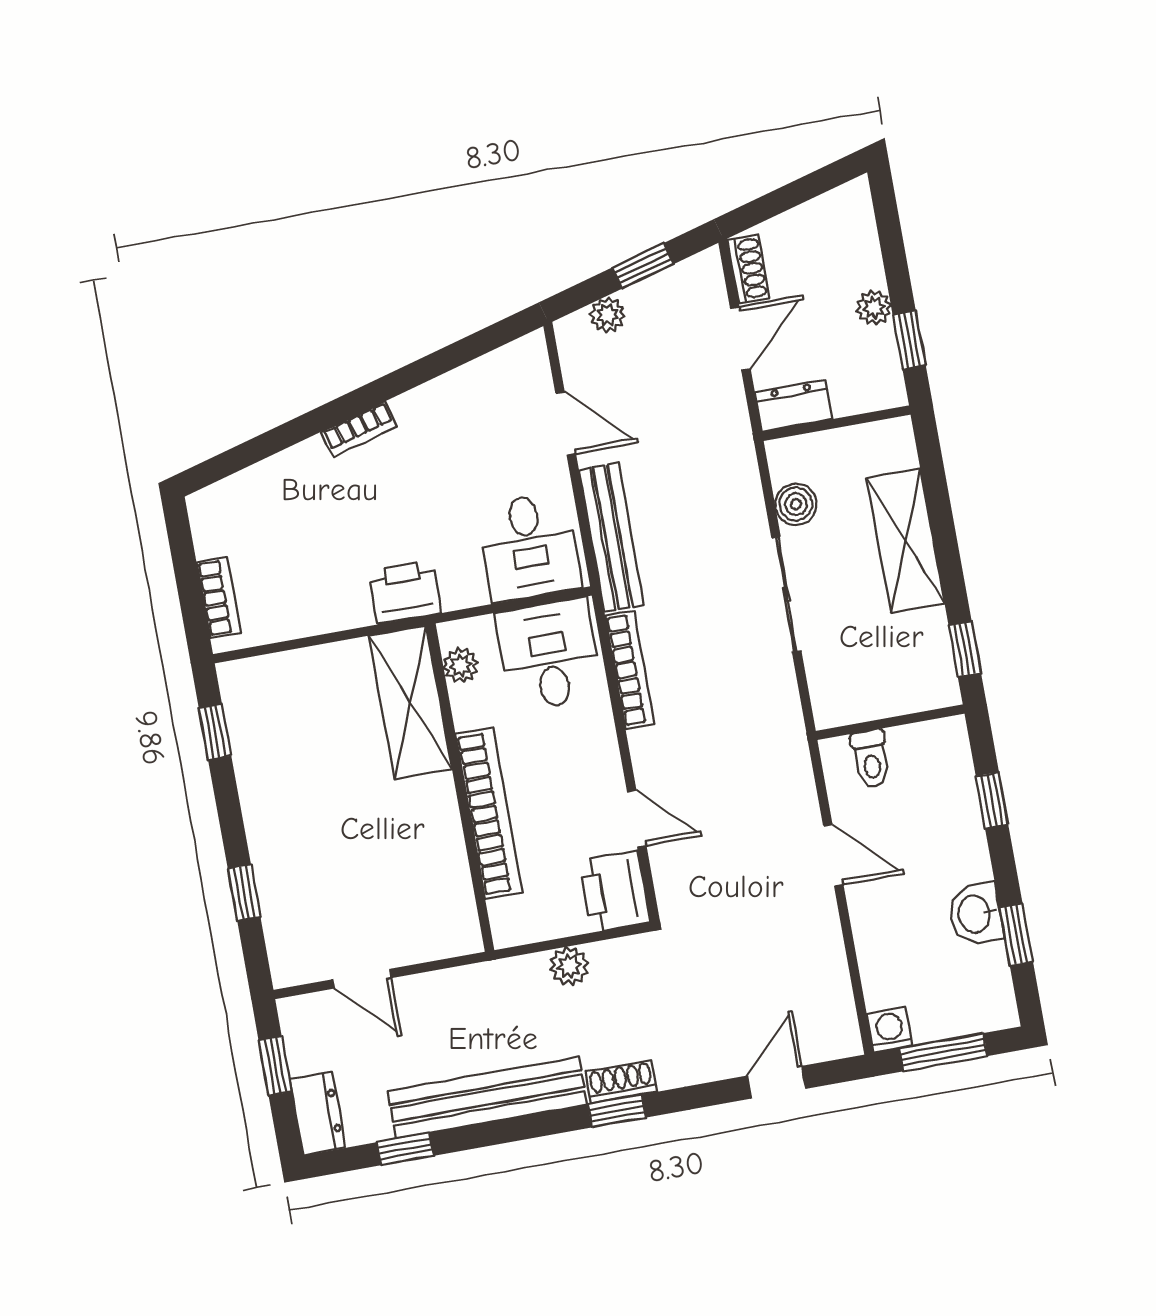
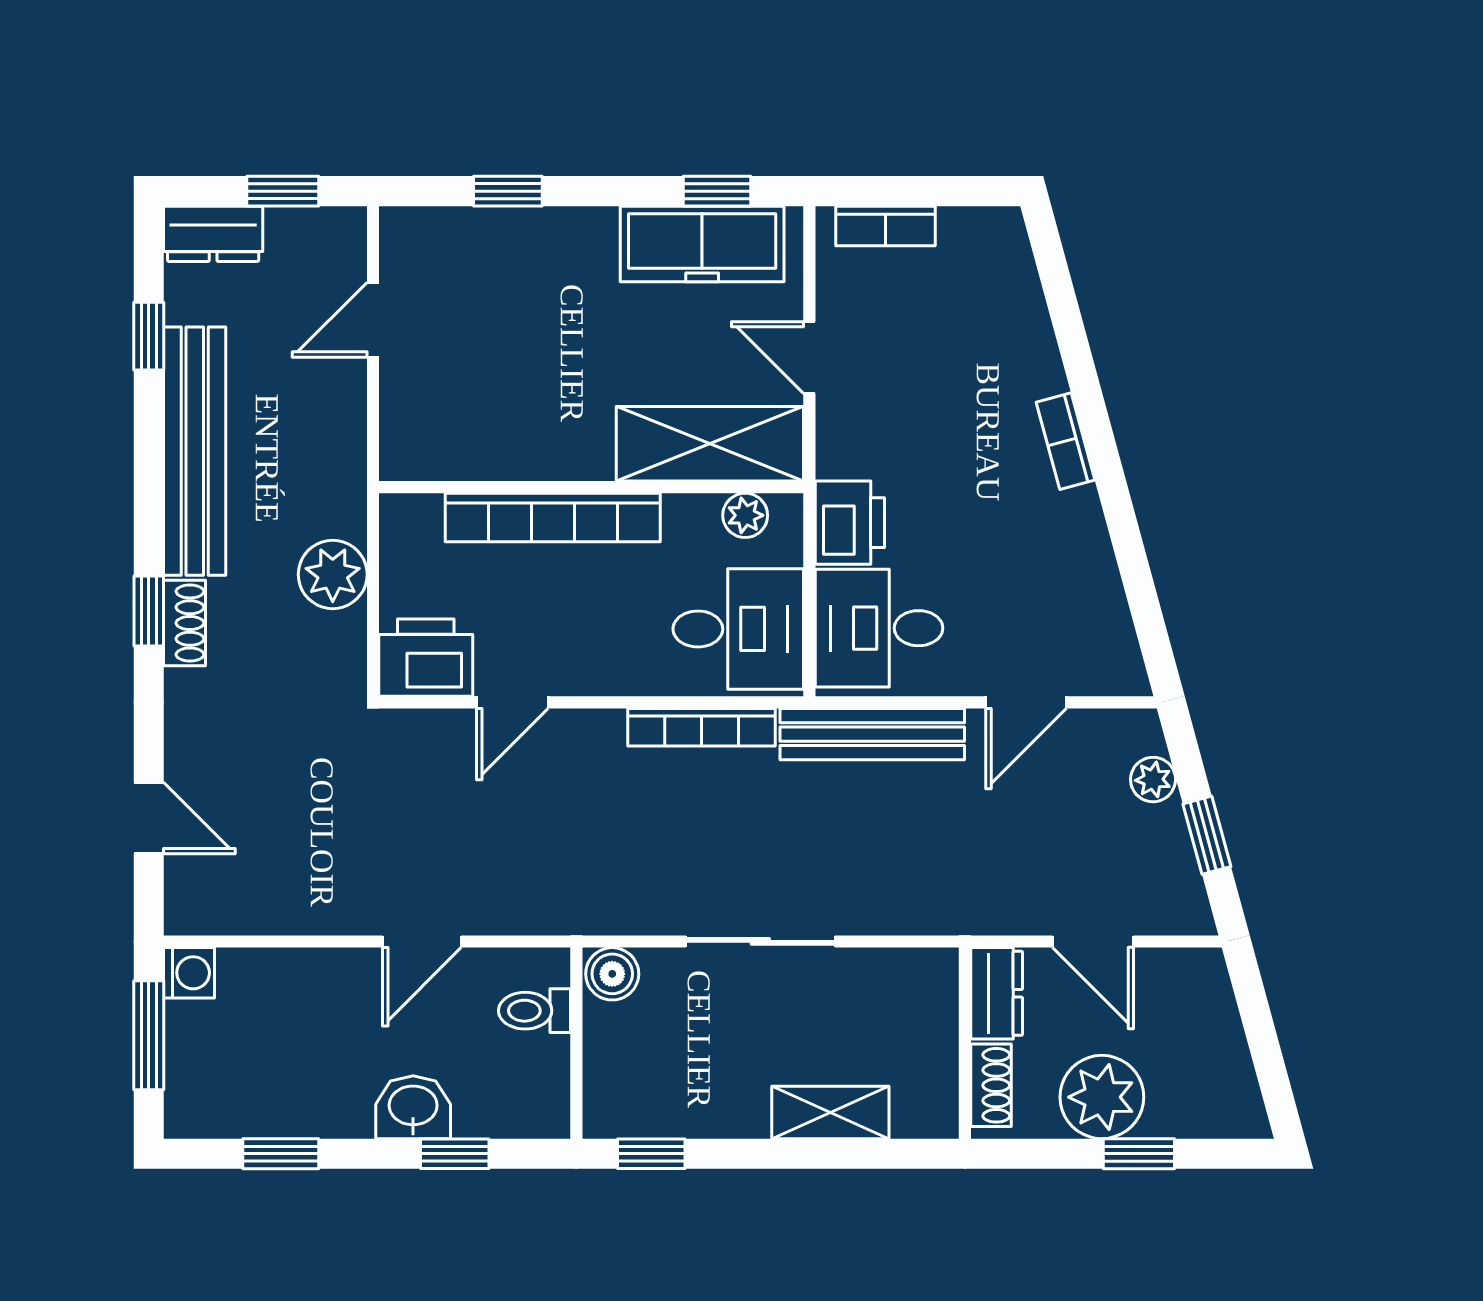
shoe rack: (749, 269) -> (991, 1085), moved, turned -90
plant: (874, 308) -> (1102, 1097), width x1.87, depth x1.87
window: (909, 340) -> (1139, 1154), moved
boiler: (796, 504) -> (612, 974), moved
shelving: (906, 541) -> (830, 1112), width x0.67, depth x0.75
printer: (405, 592) -> (850, 523), moved
door: (330, 638) -> (809, 357), added
freezer: (258, 736) -> (702, 244), added
washbasin: (975, 914) -> (413, 1107), moved
plant: (569, 966) -> (333, 574), width x1.38, depth x1.38

